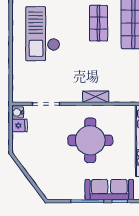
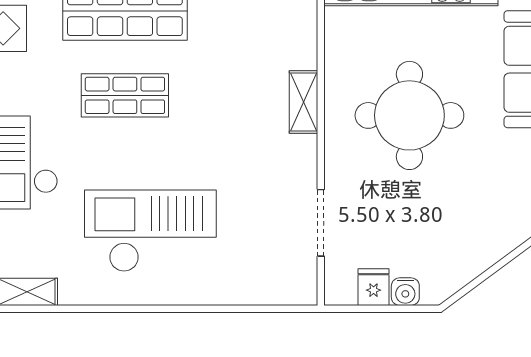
checkout: (43, 34) -> (150, 231), turned 180
water cooler: (18, 112) -> (405, 292), moved

